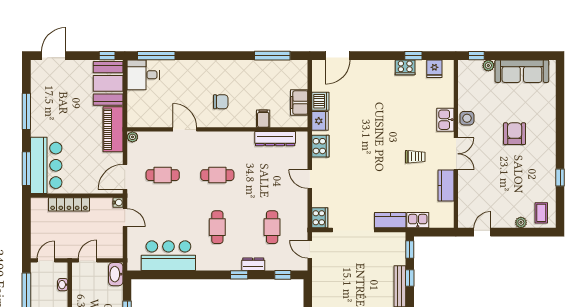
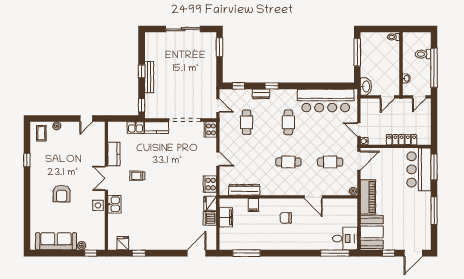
window: (107, 56) -> (388, 253), moved
cooker: (405, 67) -> (145, 244), removed
bar counter: (168, 256) -> (326, 100), width x1.36
window: (410, 278) -> (142, 71), moved

